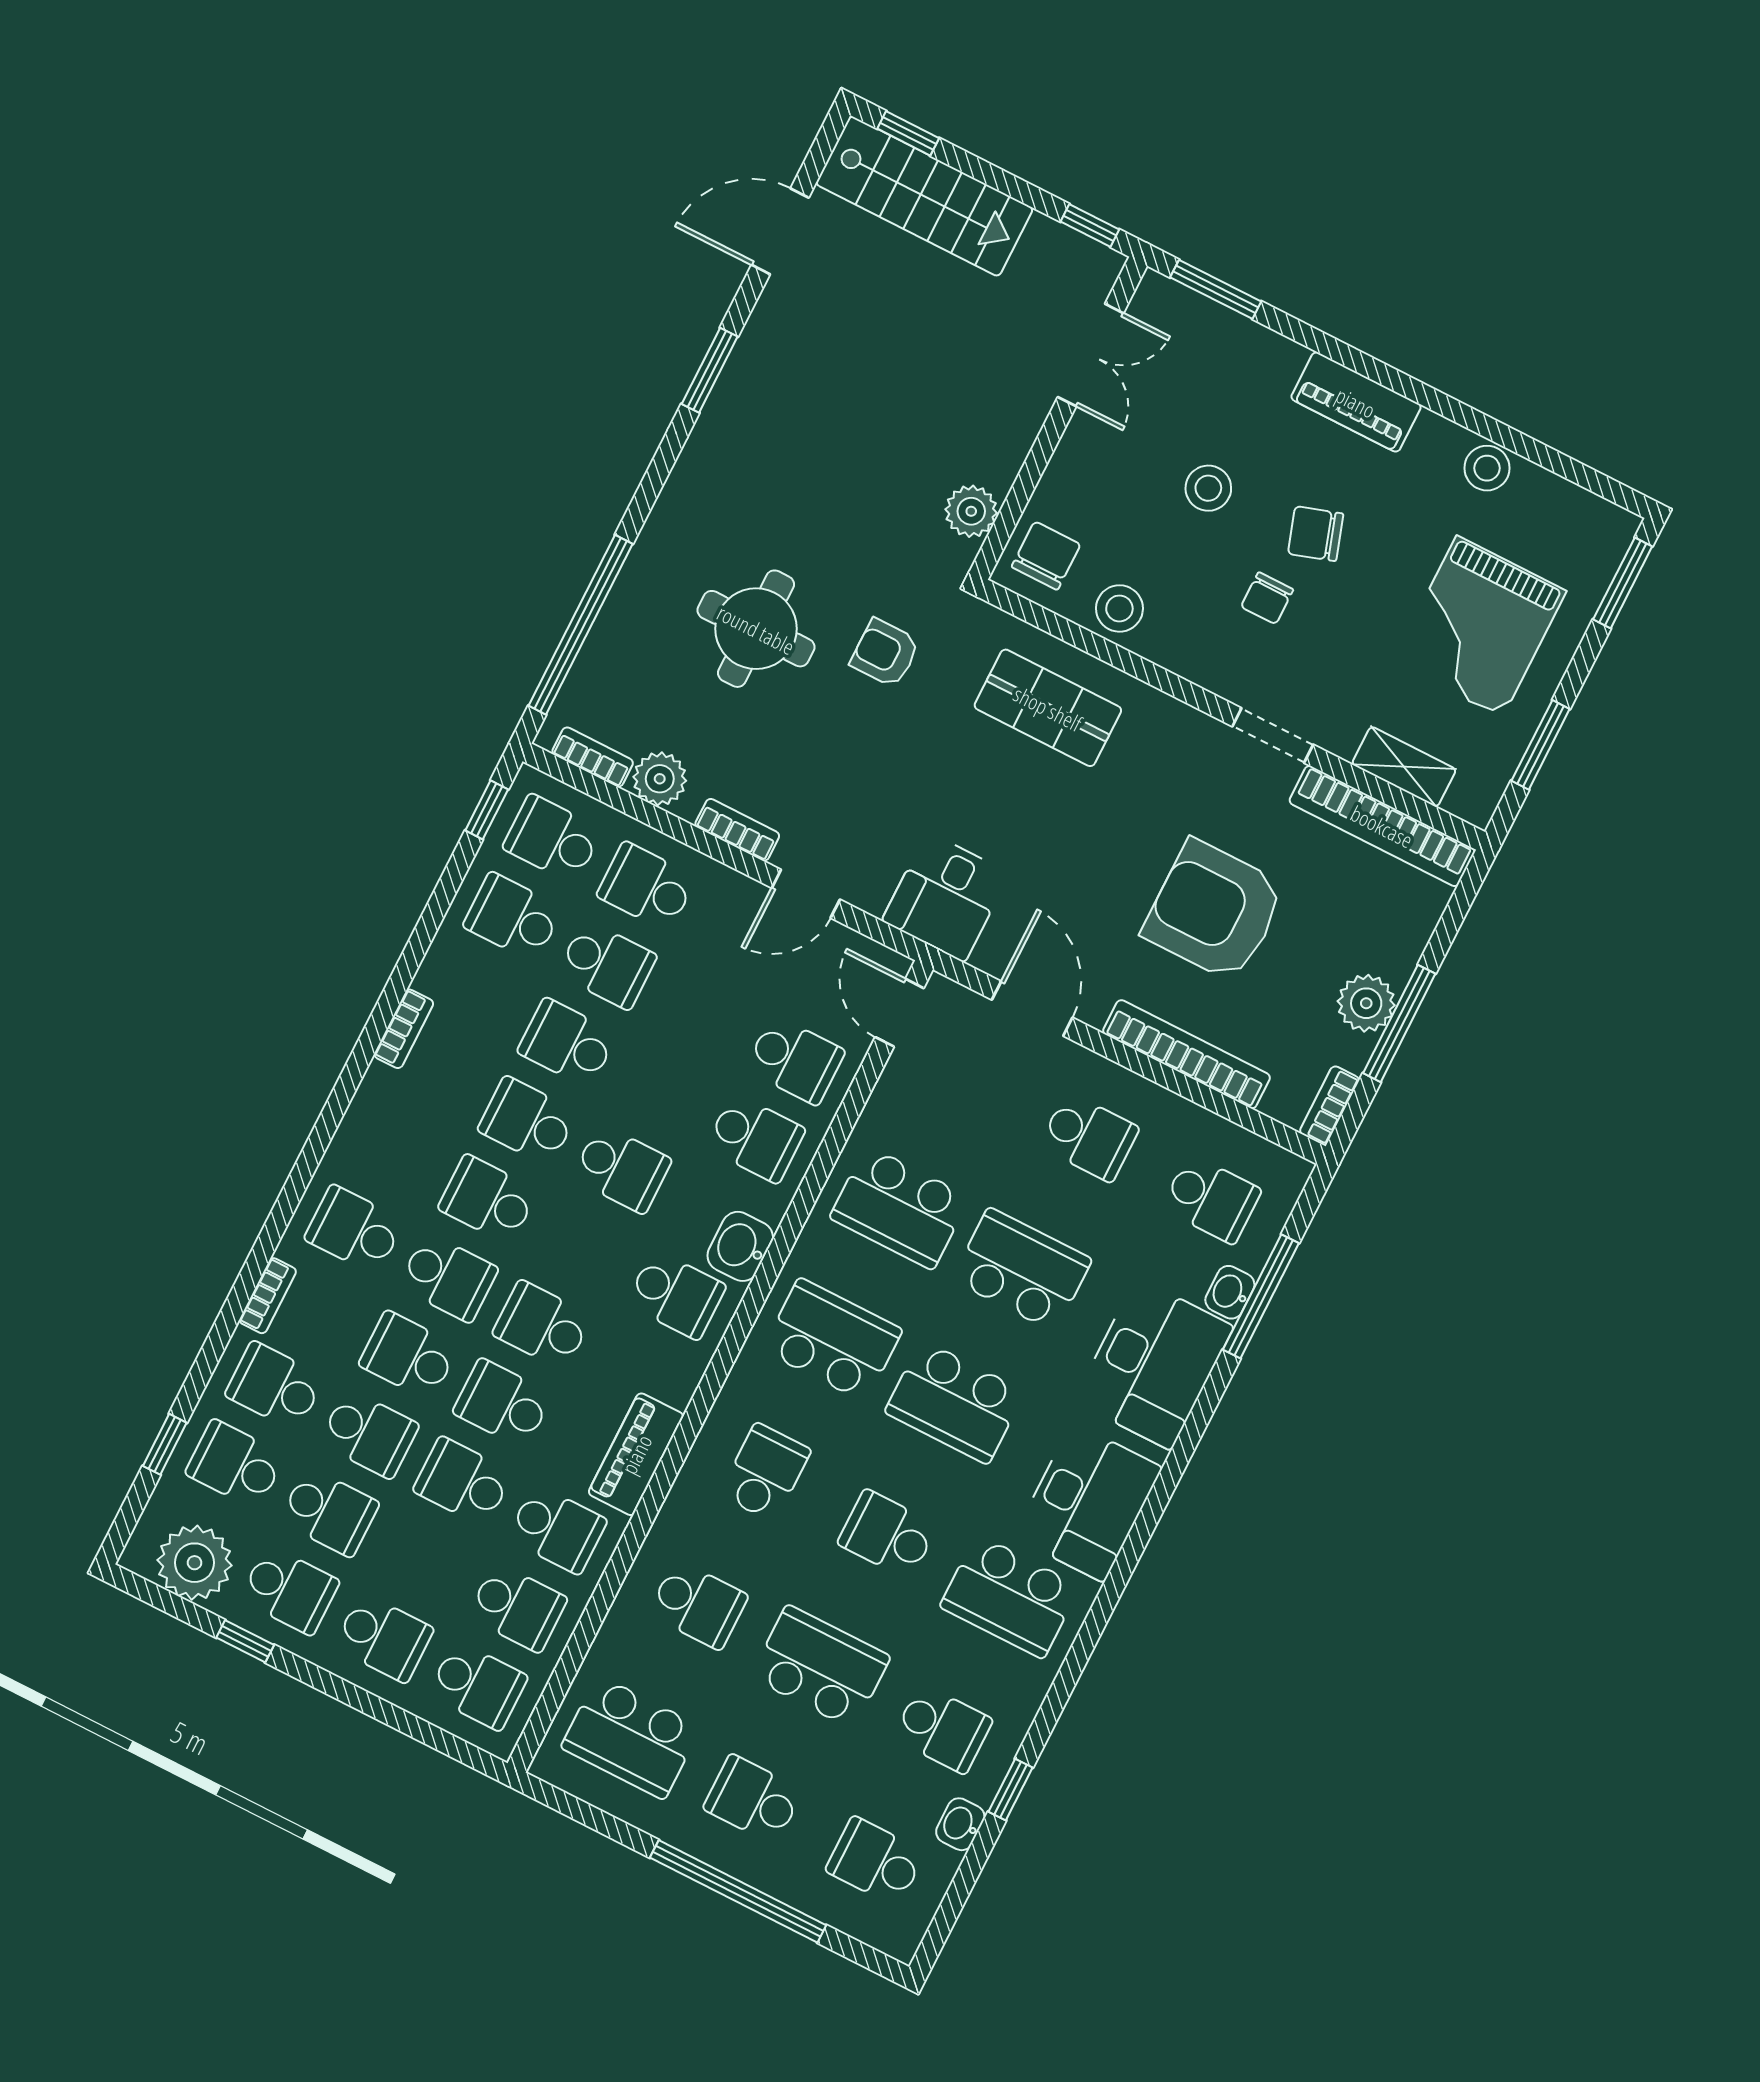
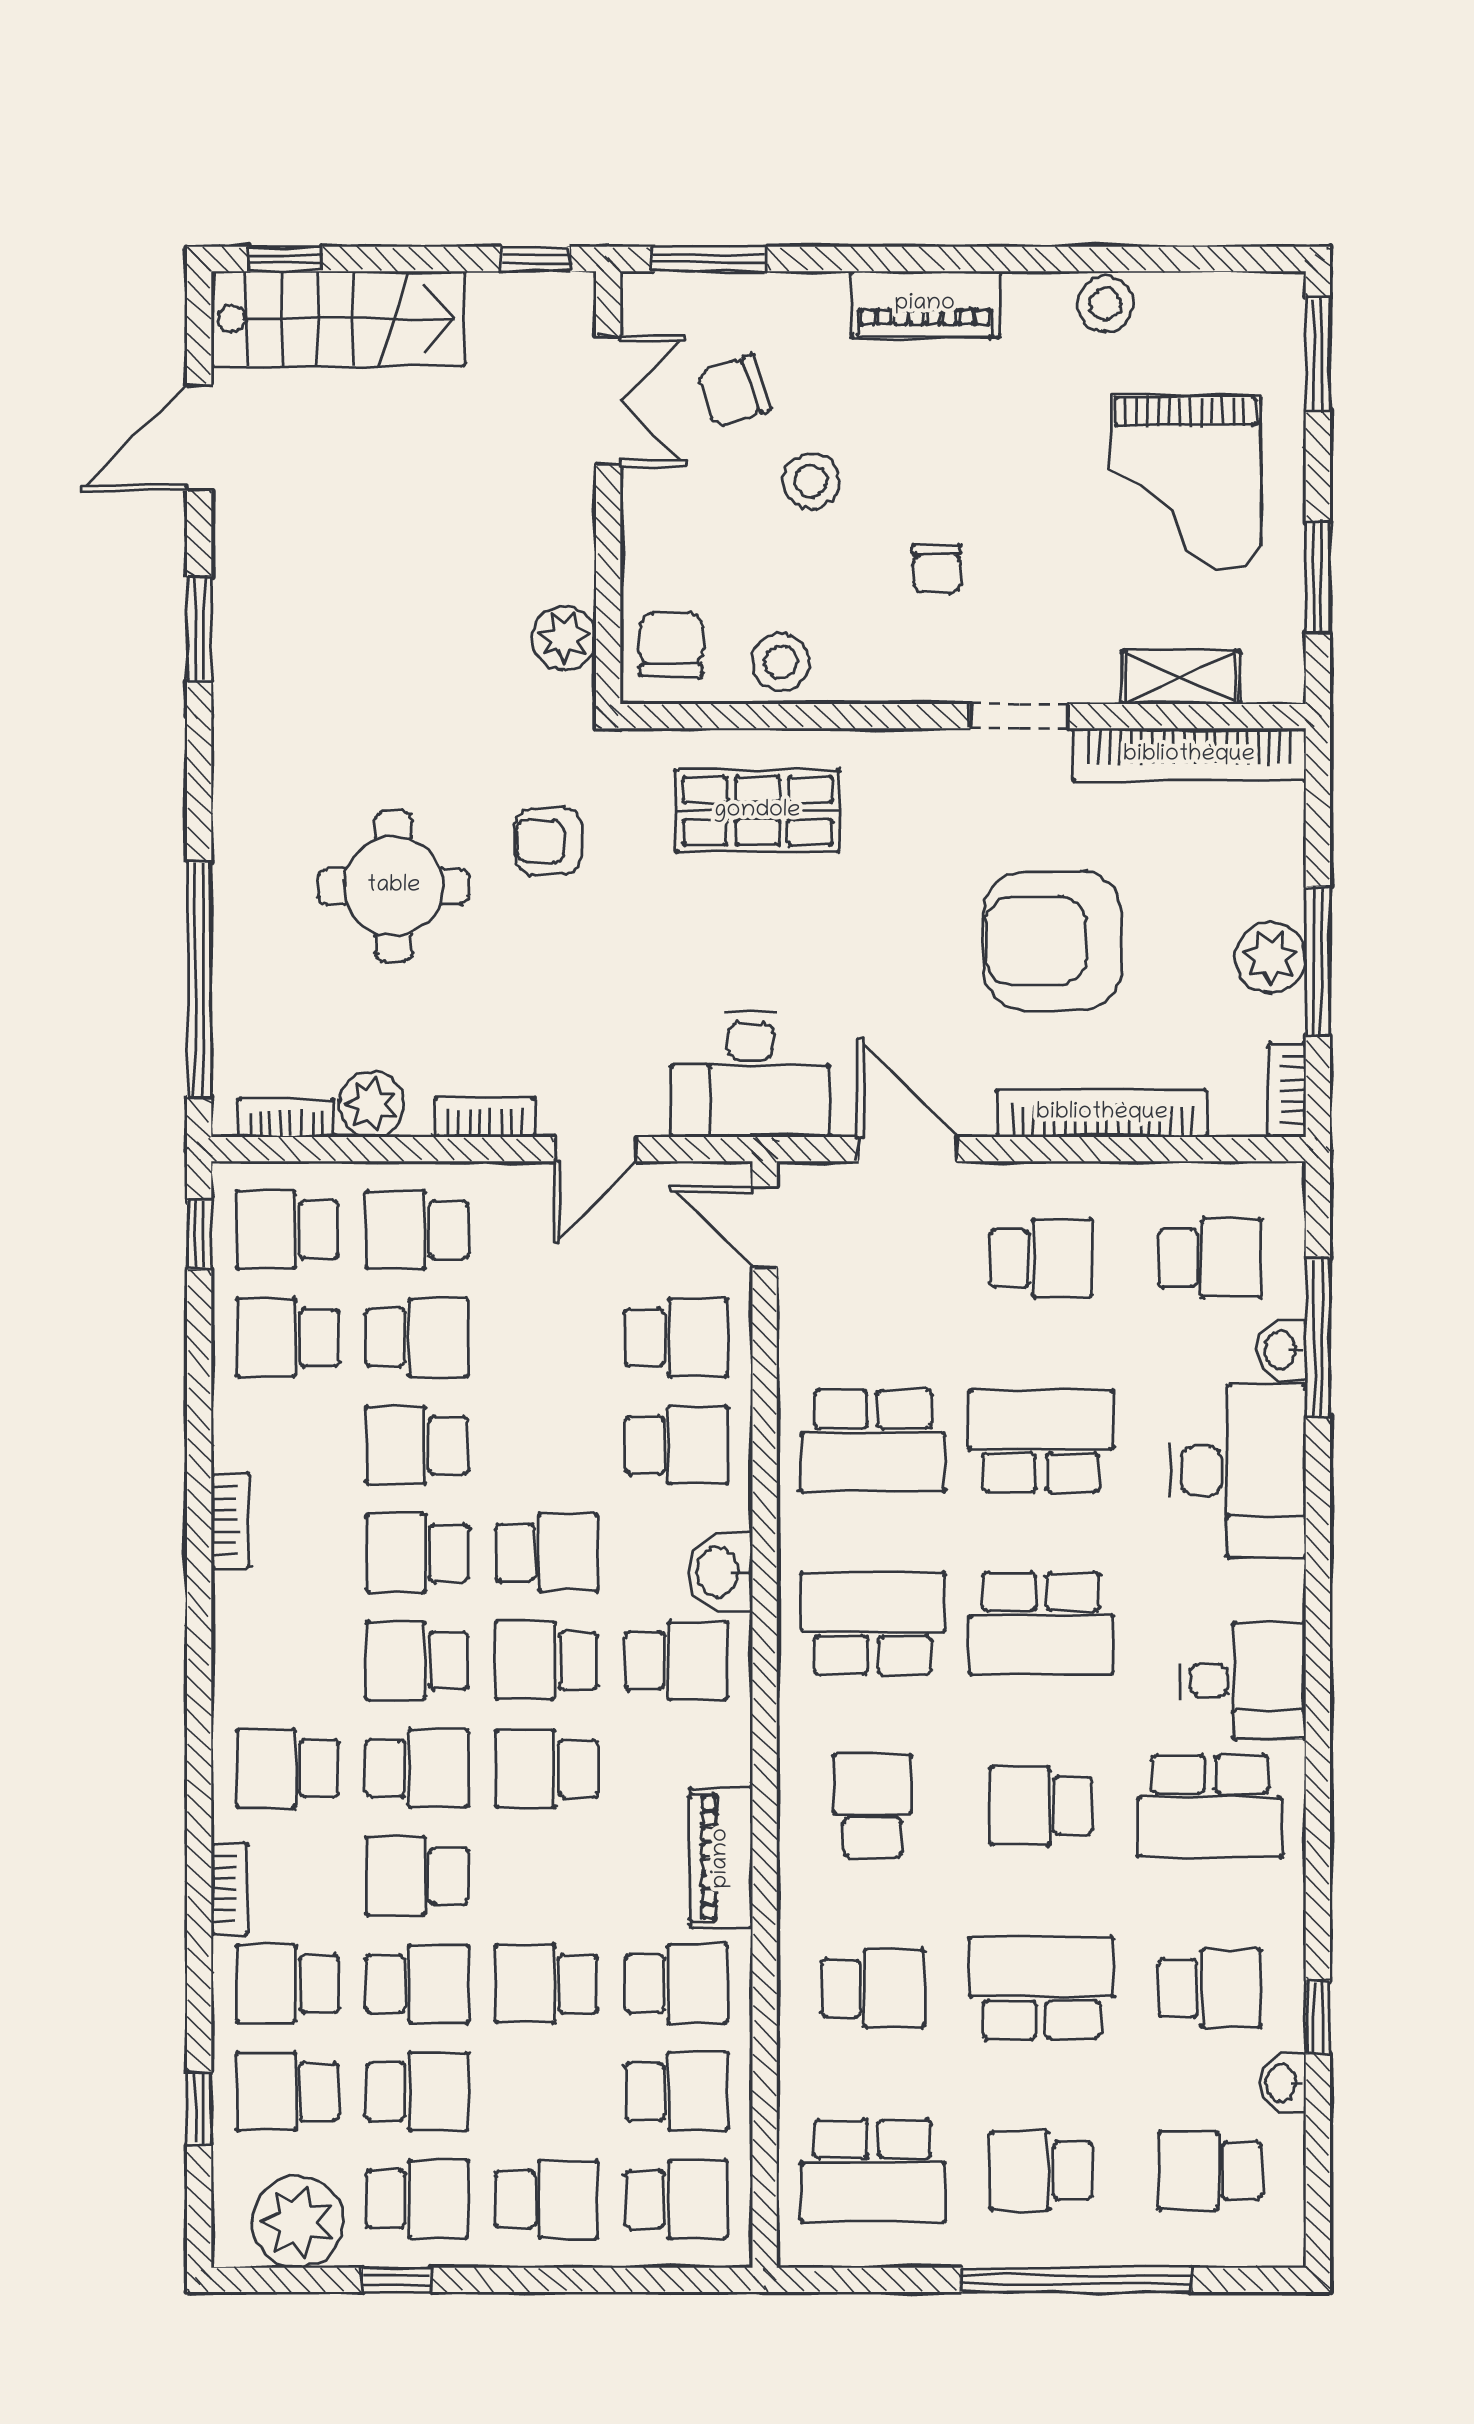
chair: (1316, 534) -> (734, 391), moved
desk: (946, 897) -> (751, 1075), width x1.37
school desk: (503, 1403) -> (547, 1661), moved
desk: (1088, 1502) -> (1243, 1681), width x0.73

